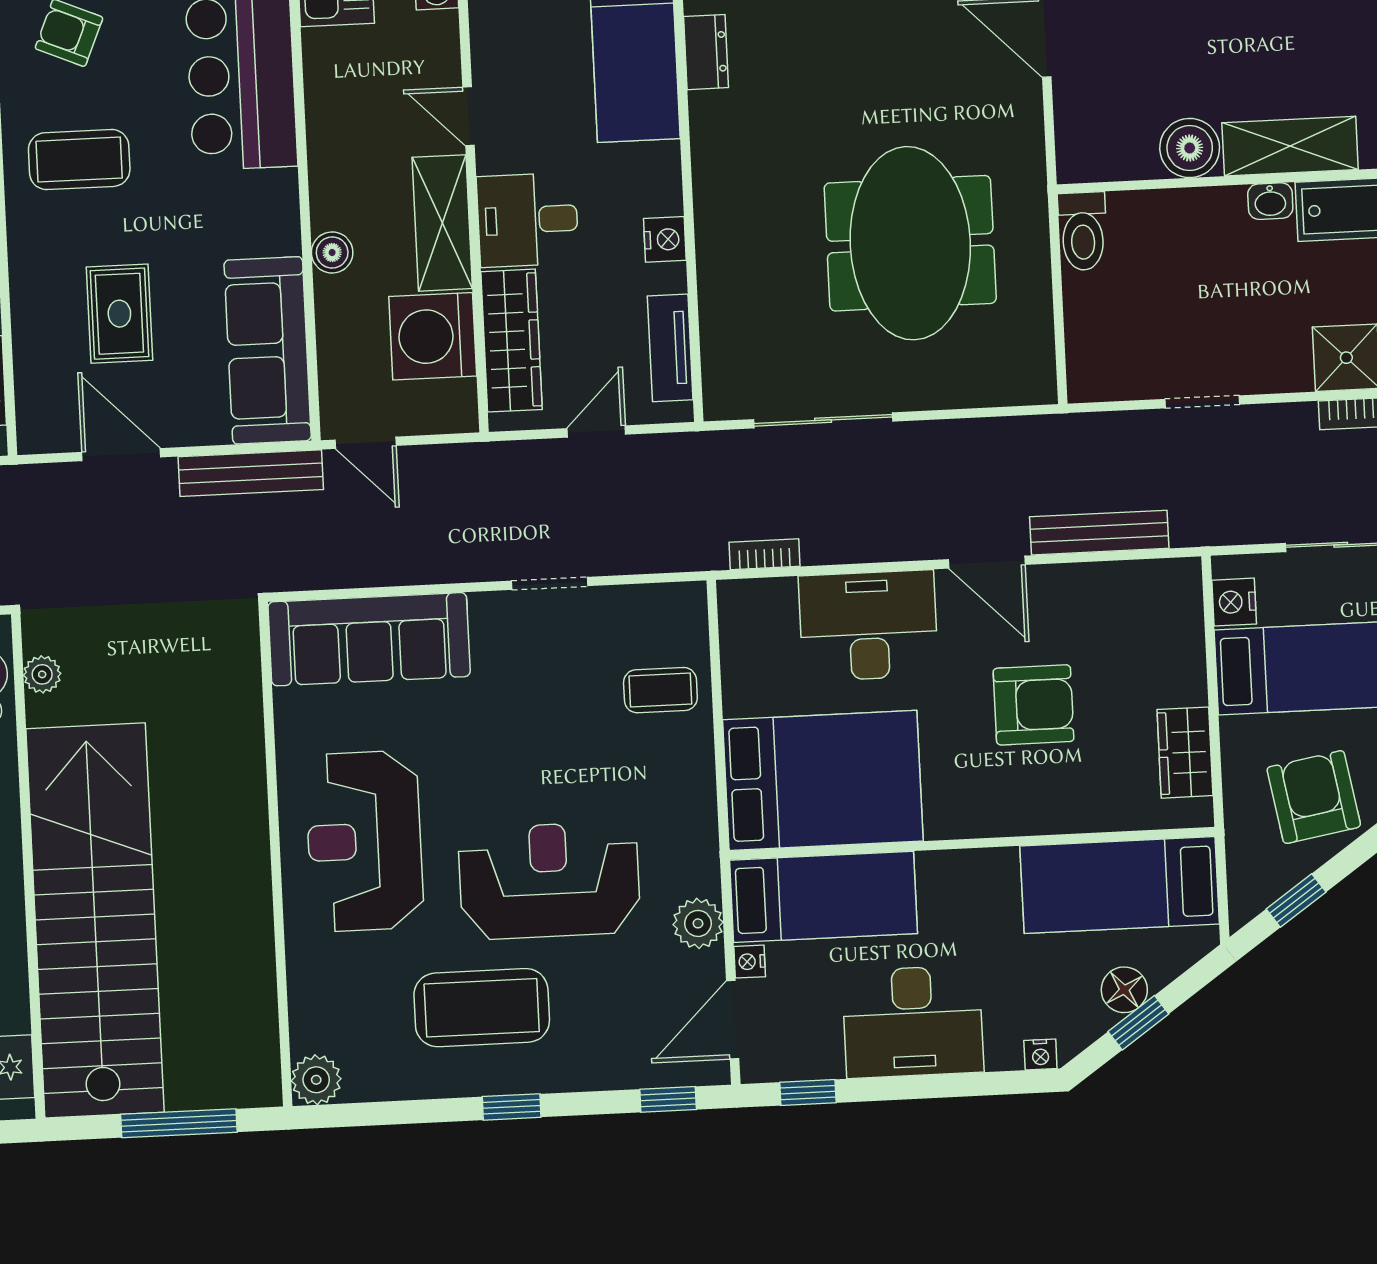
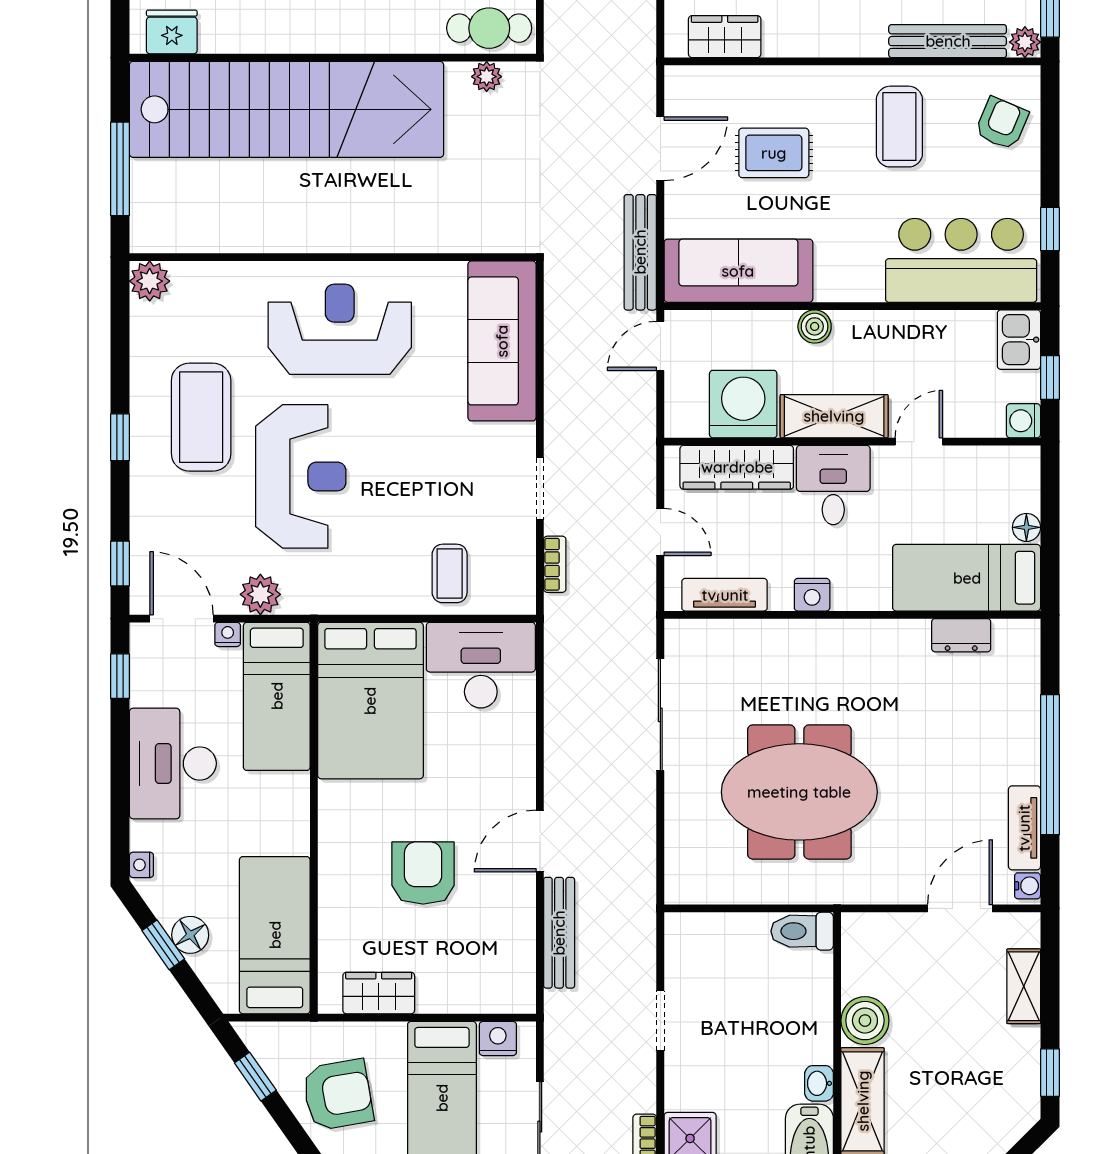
bookcase: (765, 554) -> (555, 564), moved
desk: (868, 626) -> (481, 665), moved, turned -90
armchair: (1034, 705) -> (423, 873), turned 180

